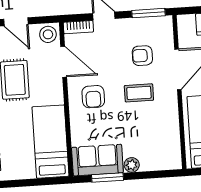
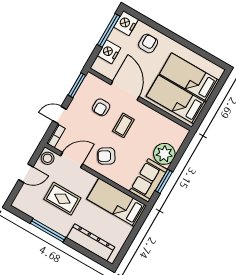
armchair: (93, 97) -> (106, 156), turned 148
plant: (132, 165) -> (164, 154), width x1.88, depth x1.88

